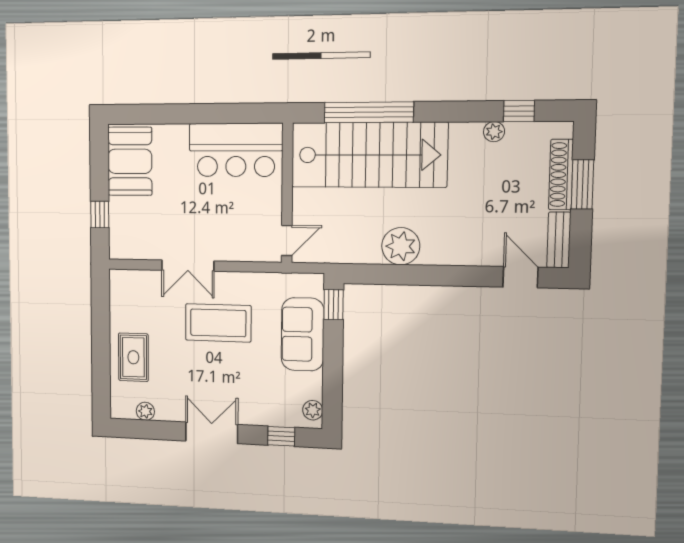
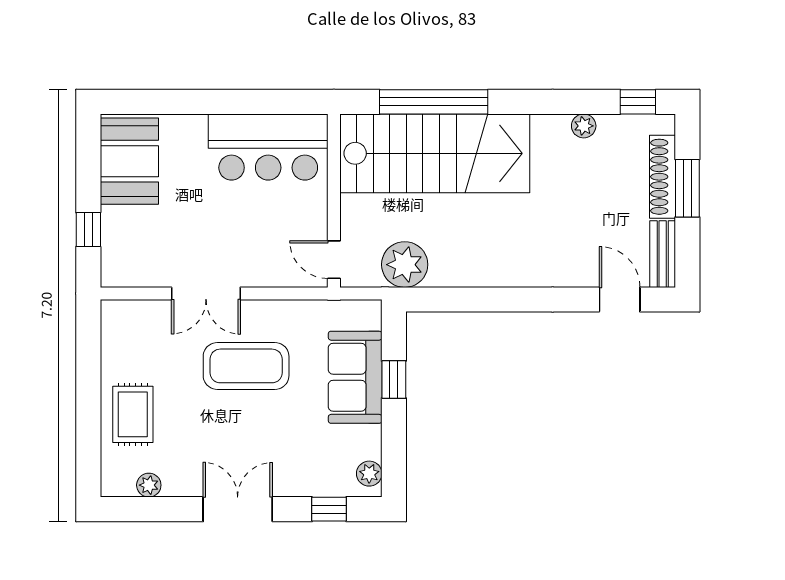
window: (519, 111) -> (638, 102), moved
door: (287, 241) -> (334, 260), swing flipped
plant: (401, 246) -> (405, 265), moved
window: (334, 305) -> (394, 380), moved

